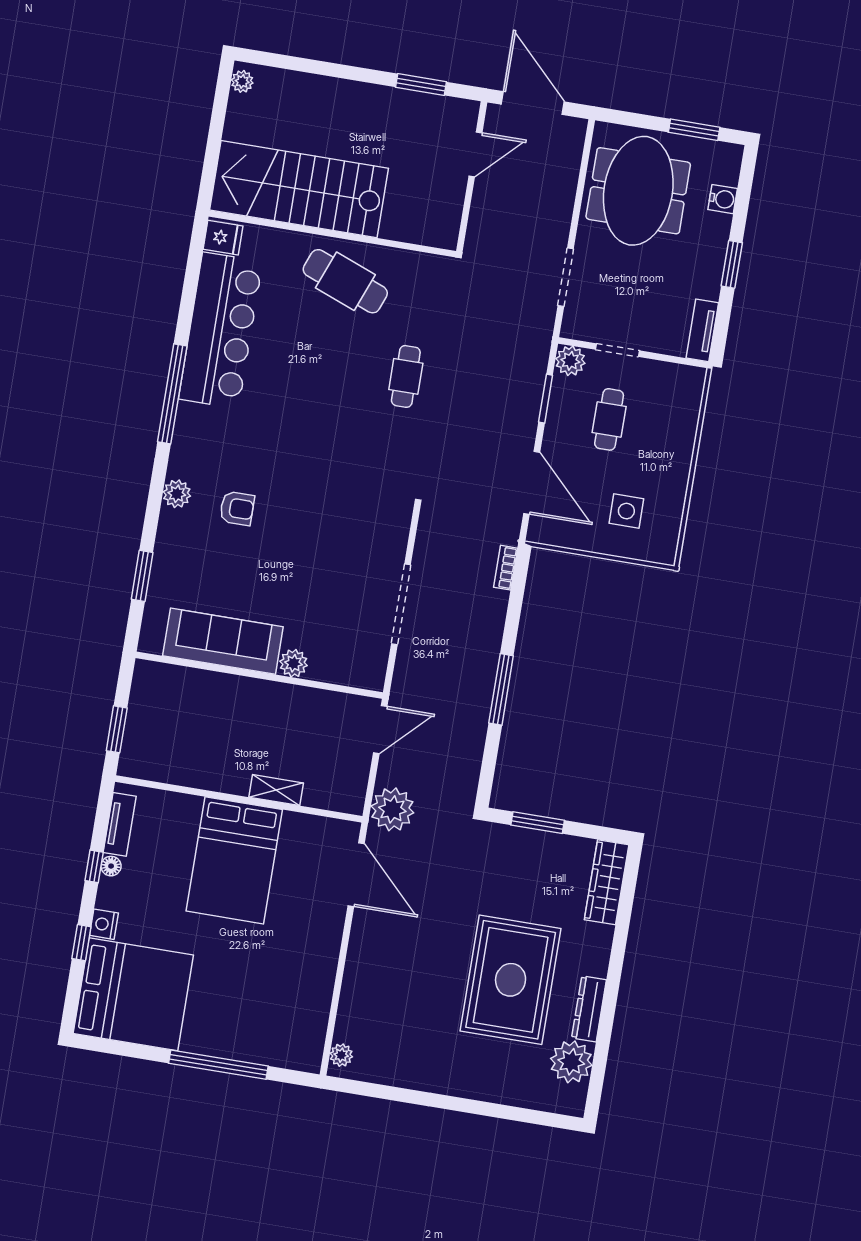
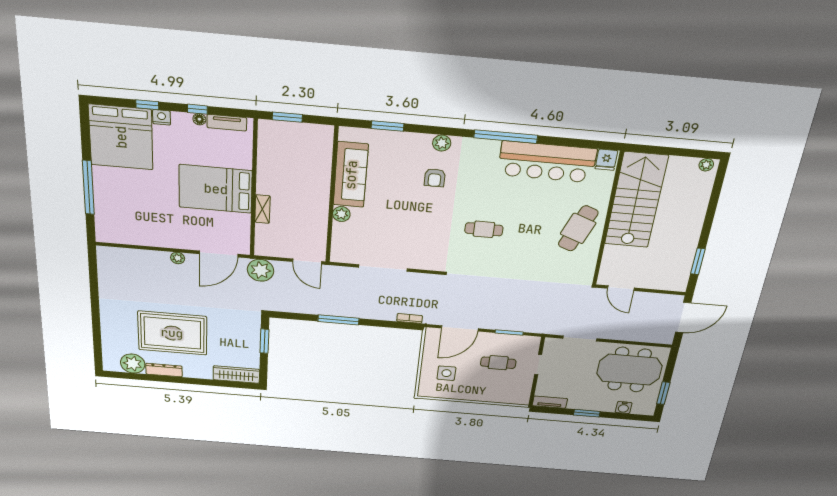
door: (475, 154) -> (621, 288), moved
plant: (570, 361) -> (531, 343), removed
cafe table: (406, 376) -> (484, 229), moved
plant: (341, 1055) -> (178, 258), moved

